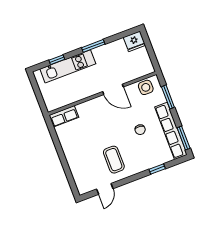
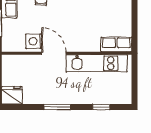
kitchen unit: (68, 66) -> (97, 63), moved, turned 180
side table: (146, 87) -> (33, 41), moved

